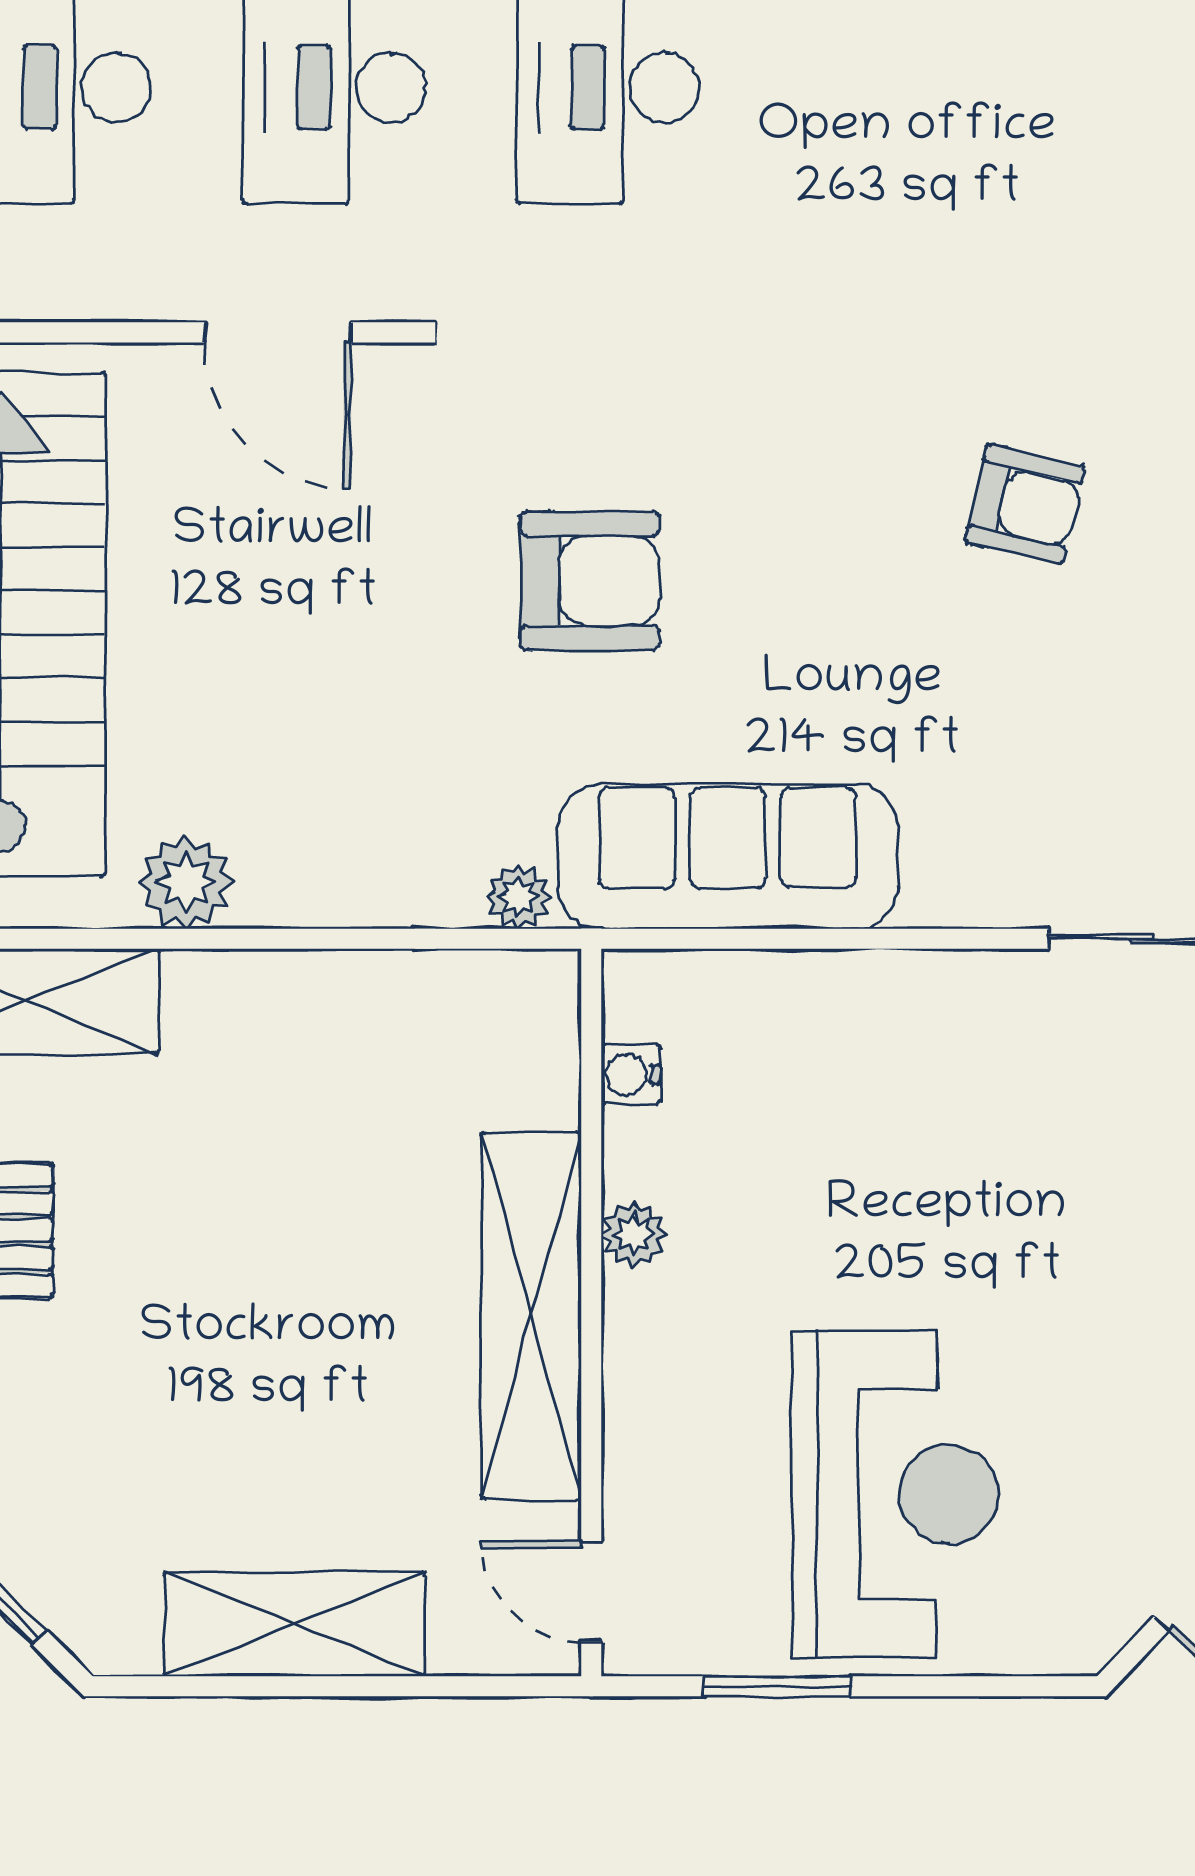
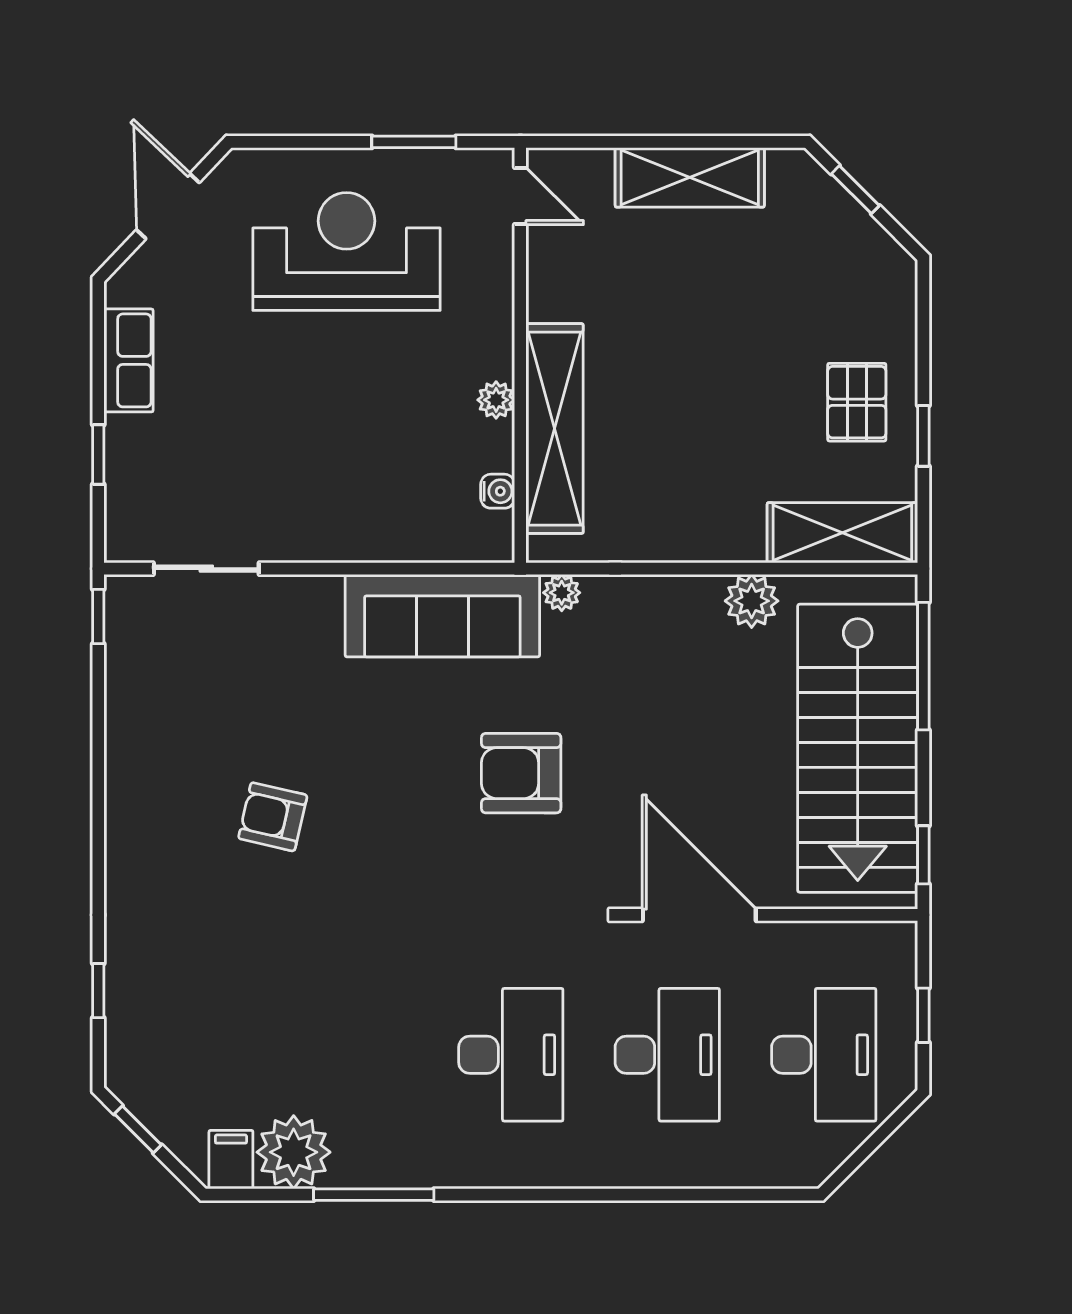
door: (278, 332) -> (699, 915), width x1.36
shelving: (531, 1316) -> (555, 429), moved
reception desk: (896, 1494) -> (347, 252), turned 90

